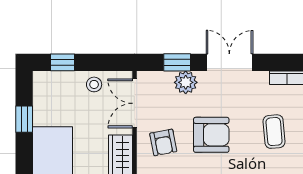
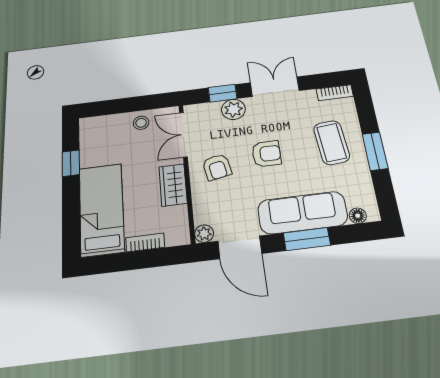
window: (63, 62) -> (109, 107), removed
coffee table: (274, 132) -> (332, 143), width x1.36, depth x1.30
armchair: (211, 135) -> (266, 154), width x0.72, depth x0.72

